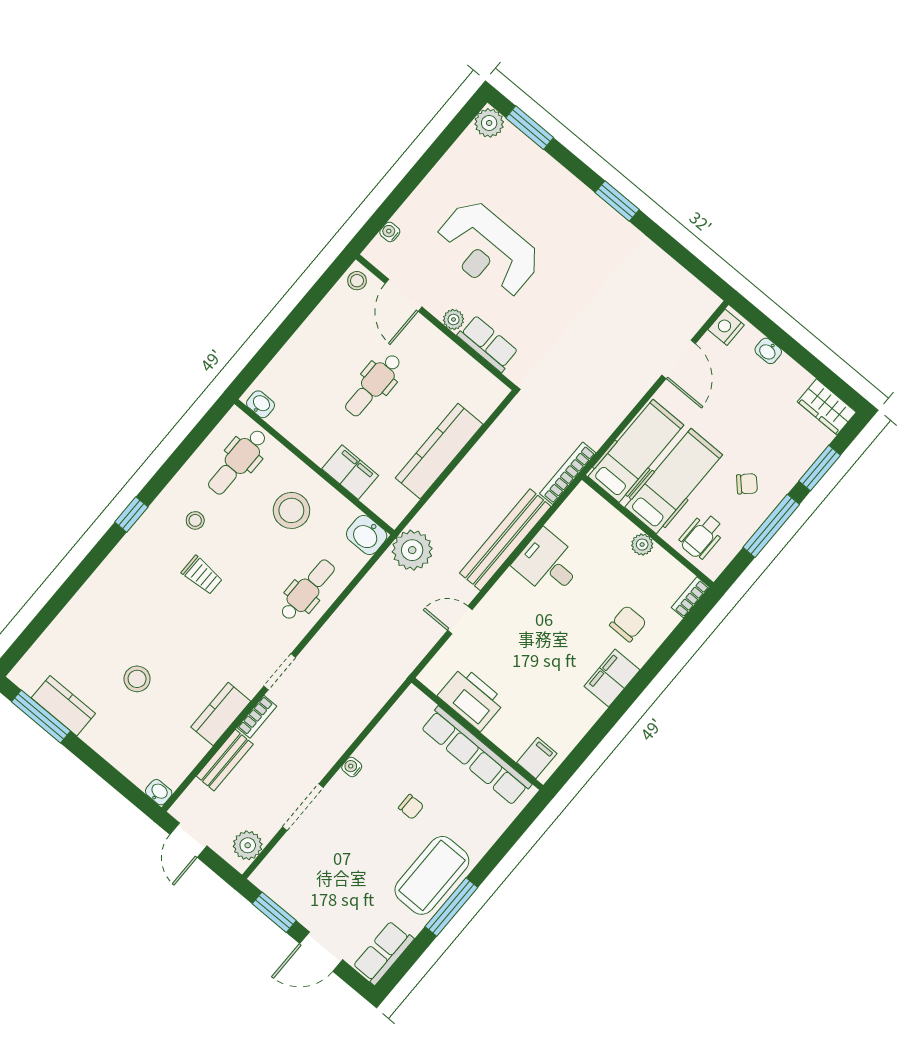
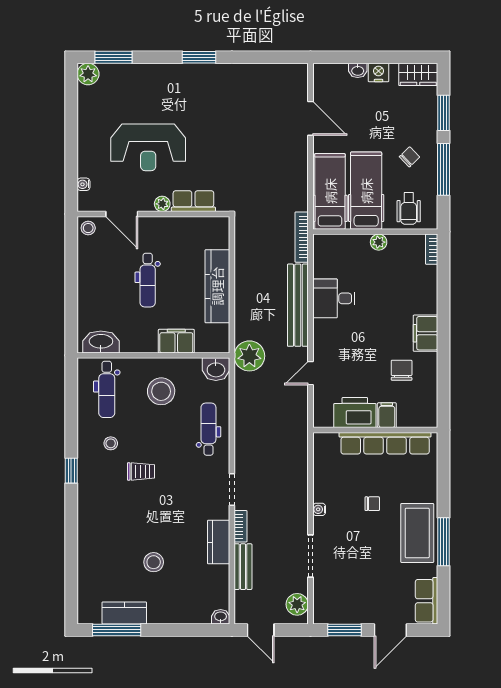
nightstand: (726, 327) -> (378, 72), moved, turned 90
washbasin: (261, 404) -> (101, 342), width x1.91, depth x1.45
chair: (628, 624) -> (402, 370), moved
filing cabinet: (537, 758) -> (387, 415), moved

